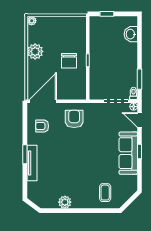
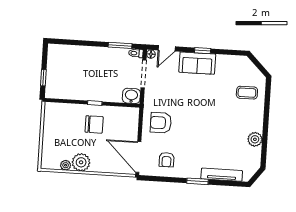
plant: (32, 21) -> (66, 165), moved
washbasin: (131, 34) -> (131, 96), moved, turned 180
sofa: (128, 153) -> (197, 63), width x0.73
tv unit: (32, 163) -> (222, 175), moved

